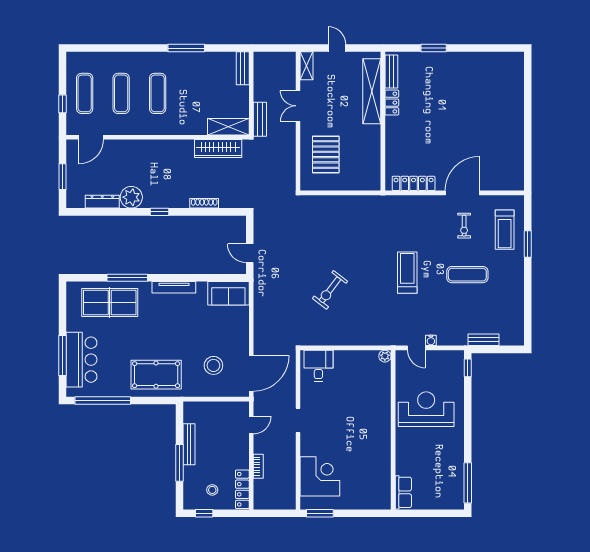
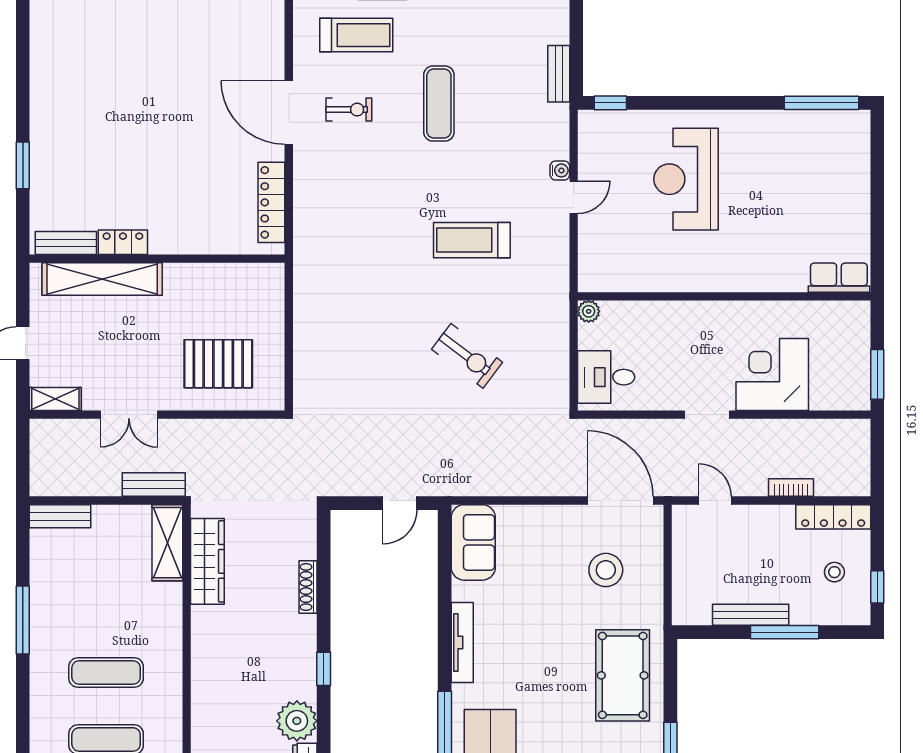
treadmill: (407, 273) -> (472, 240), moved
plant: (385, 356) -> (589, 311), moved
wall: (393, 430) -> (724, 296), moved
corner desk: (320, 476) -> (772, 374), moved
row of seats: (403, 492) -> (839, 278), moved

